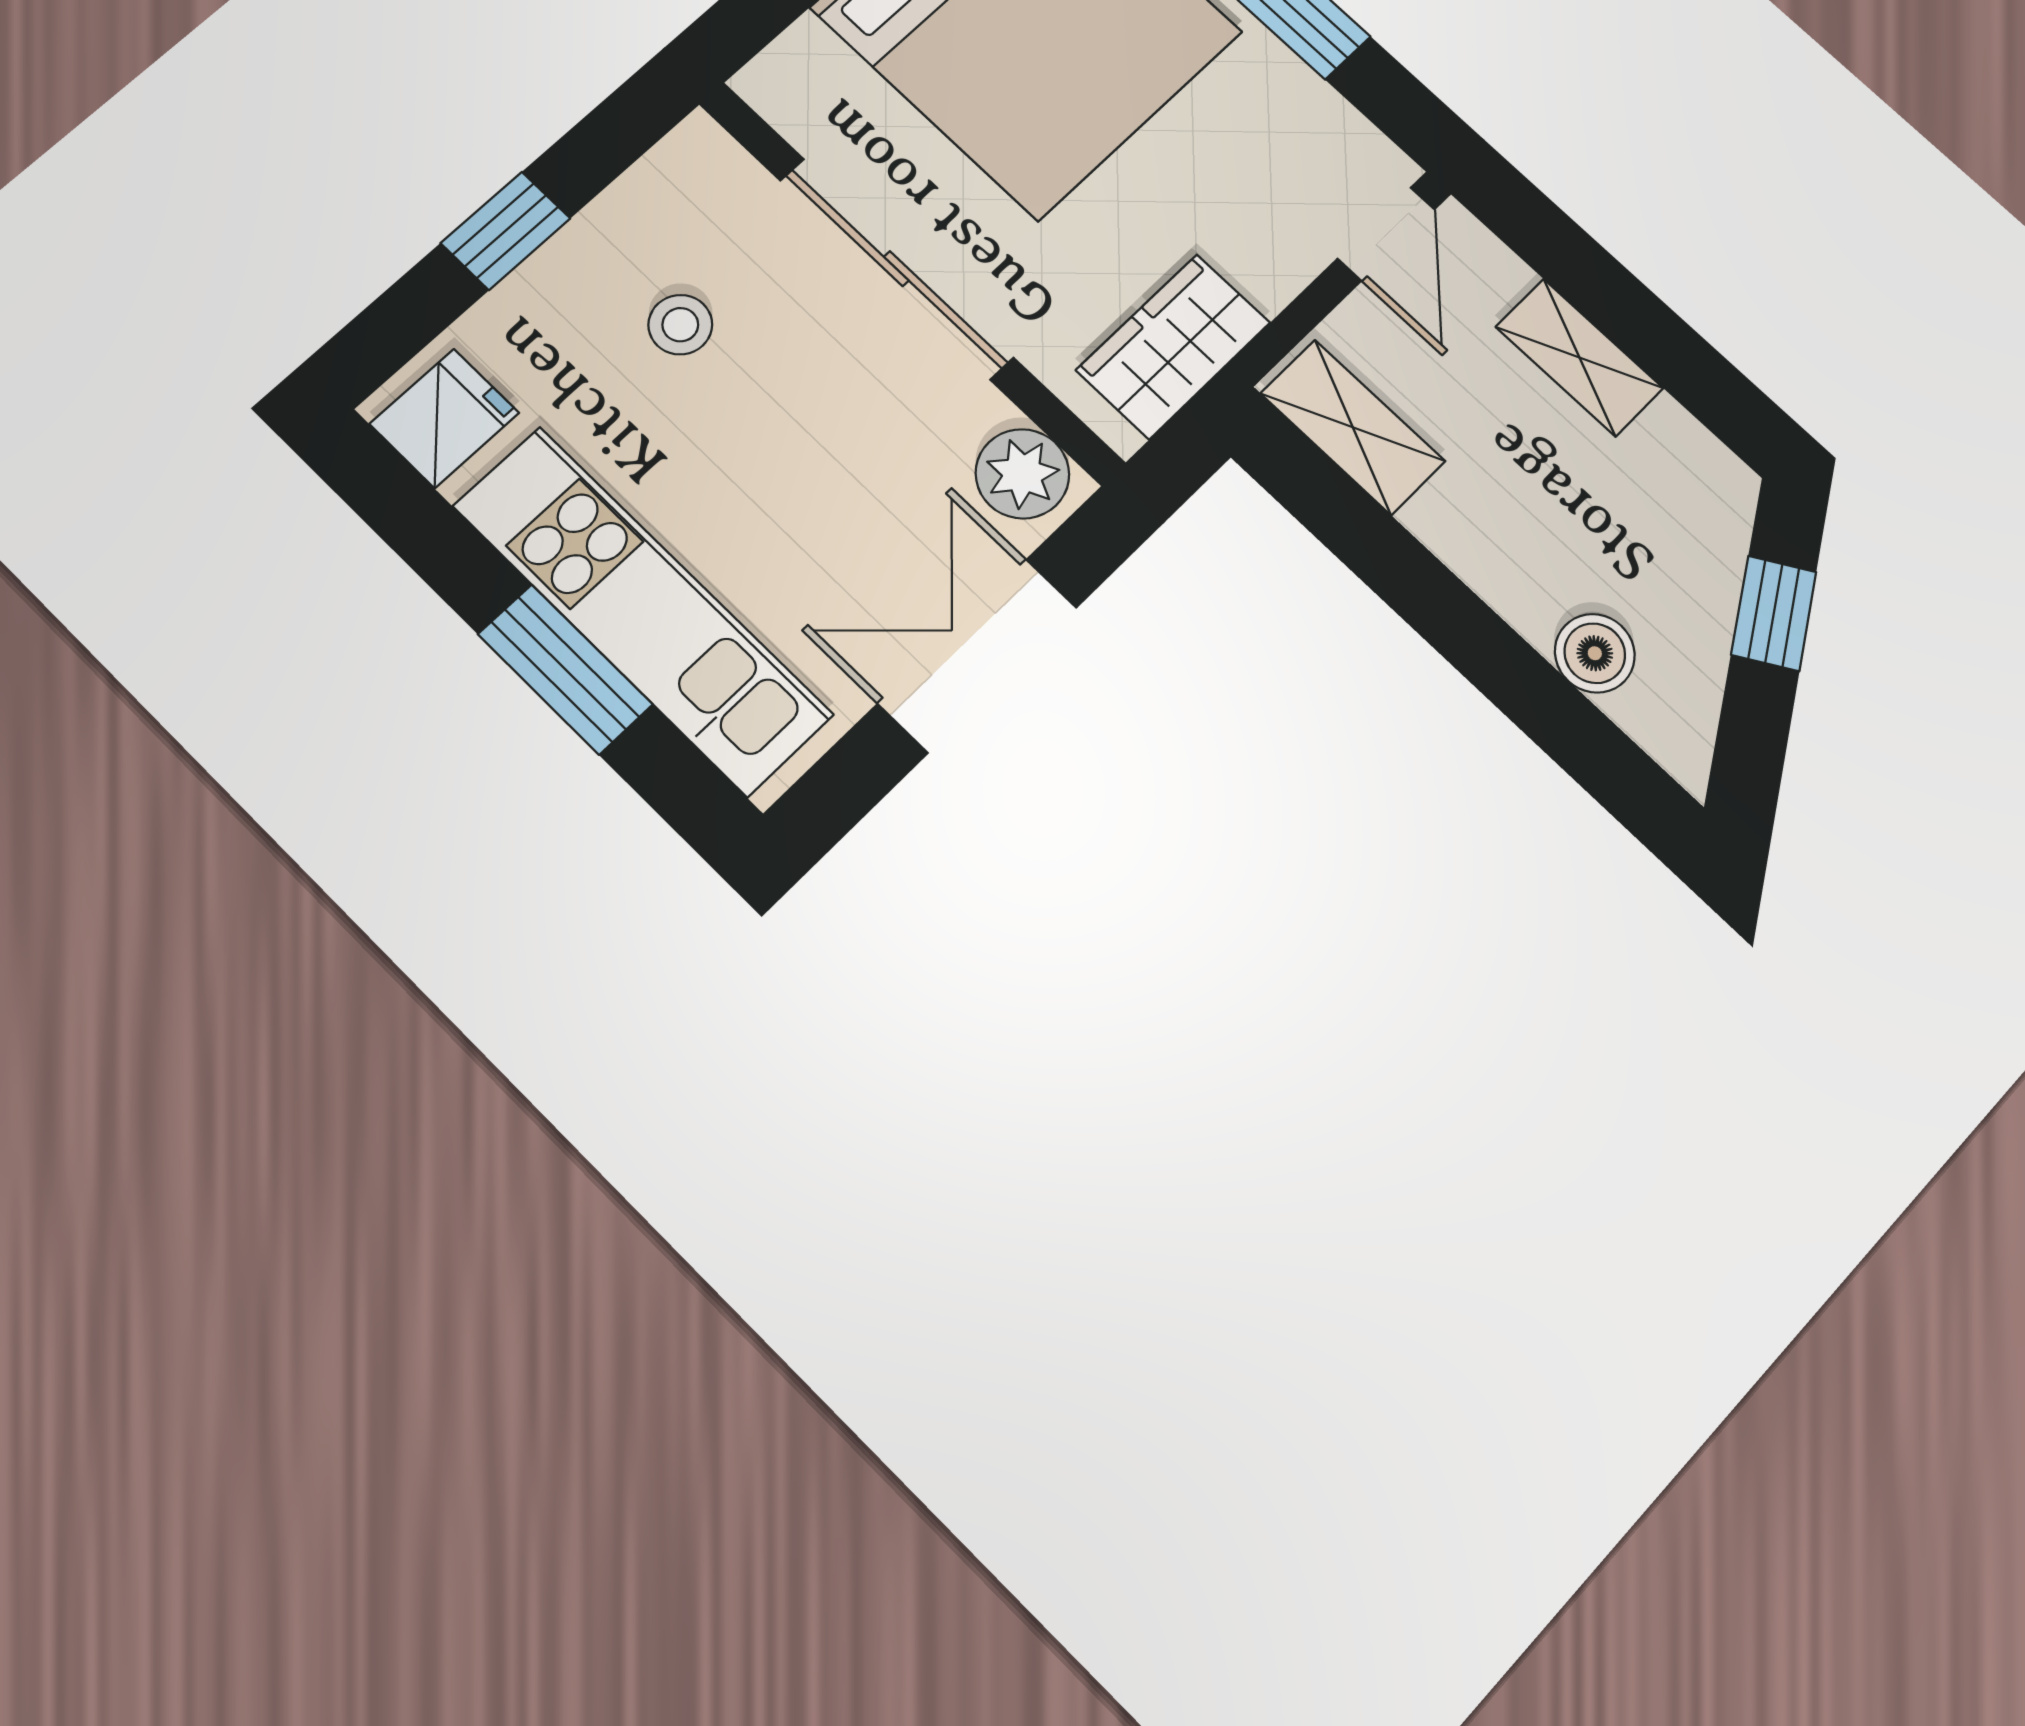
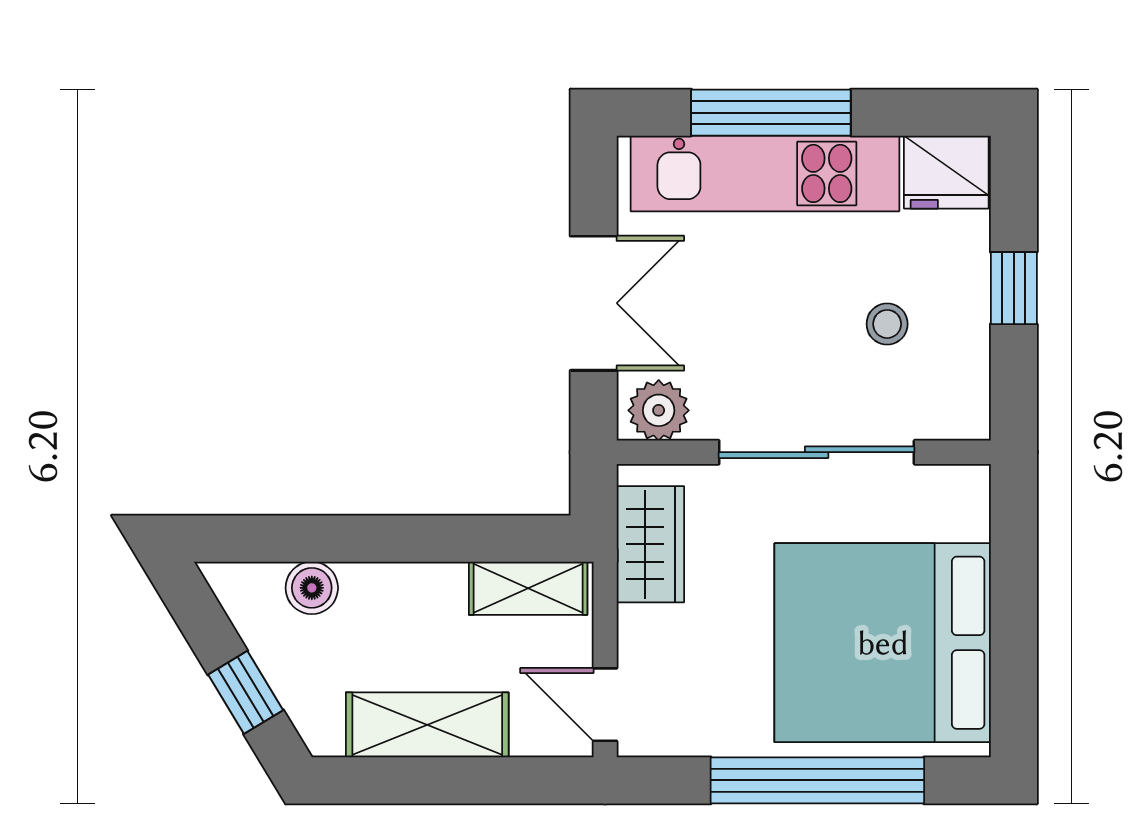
shelving: (1579, 357) -> (427, 725), width x1.50, depth x1.33
fridge: (444, 418) -> (946, 172), width x1.38
window: (565, 669) -> (771, 113), width x1.44

